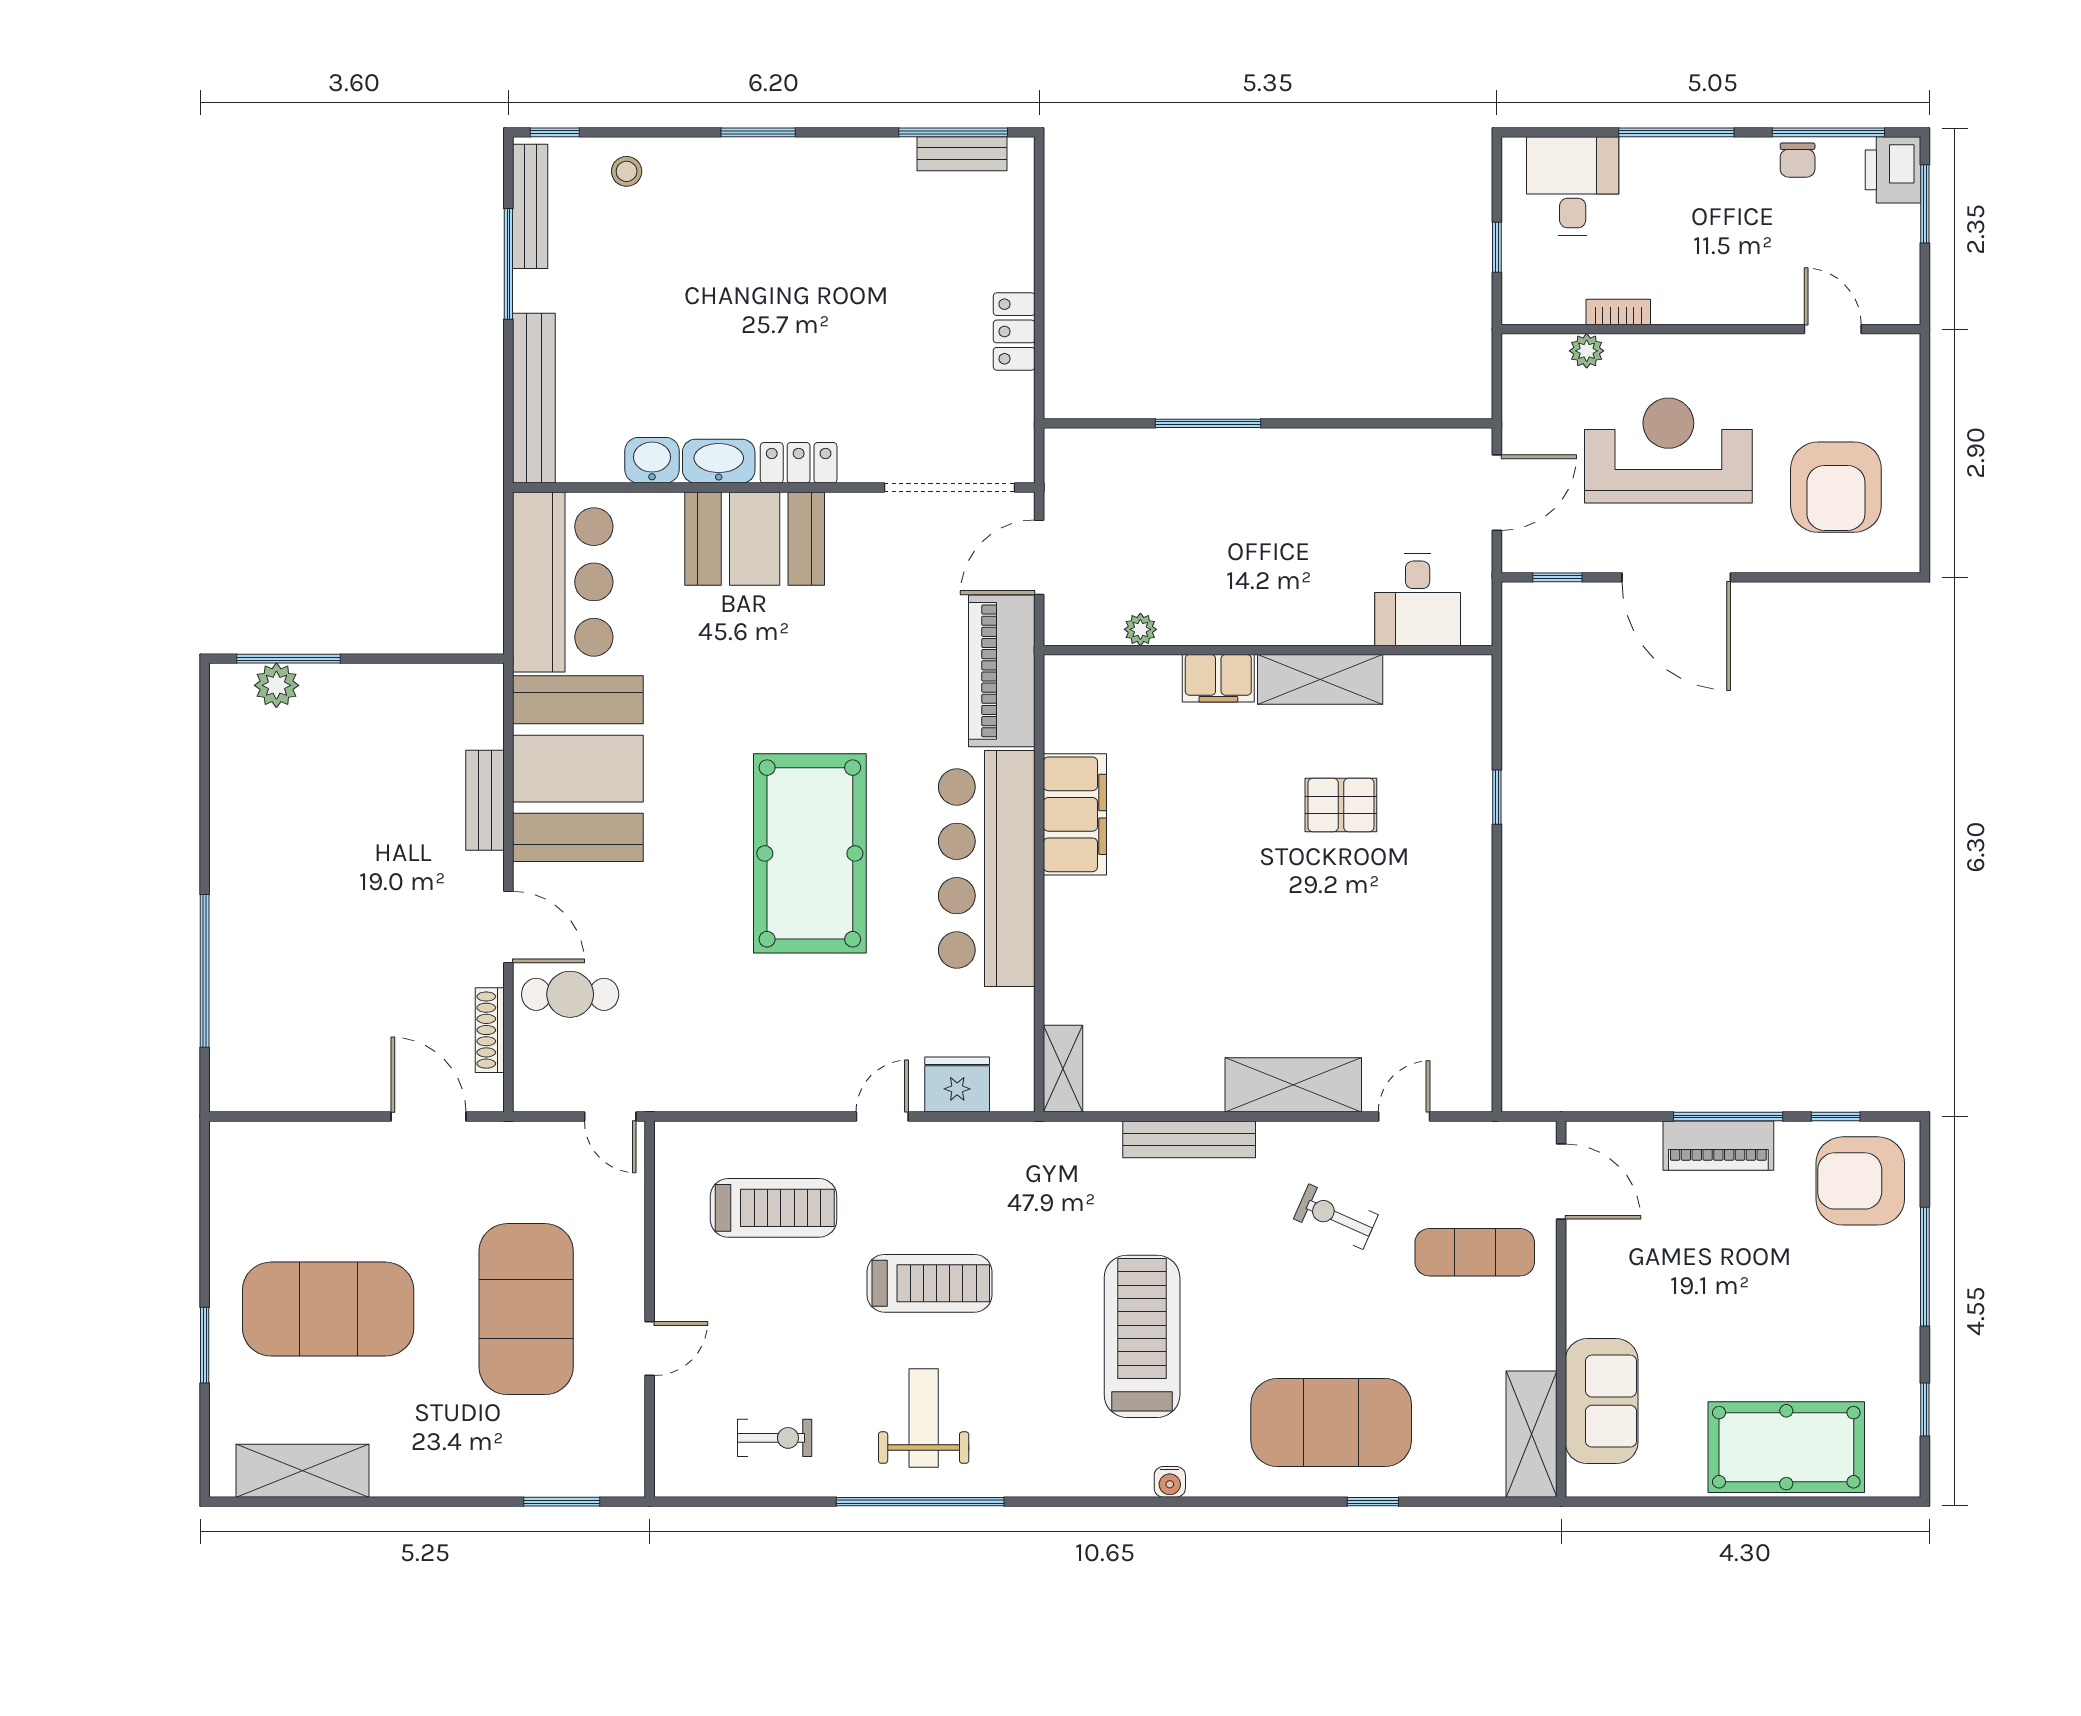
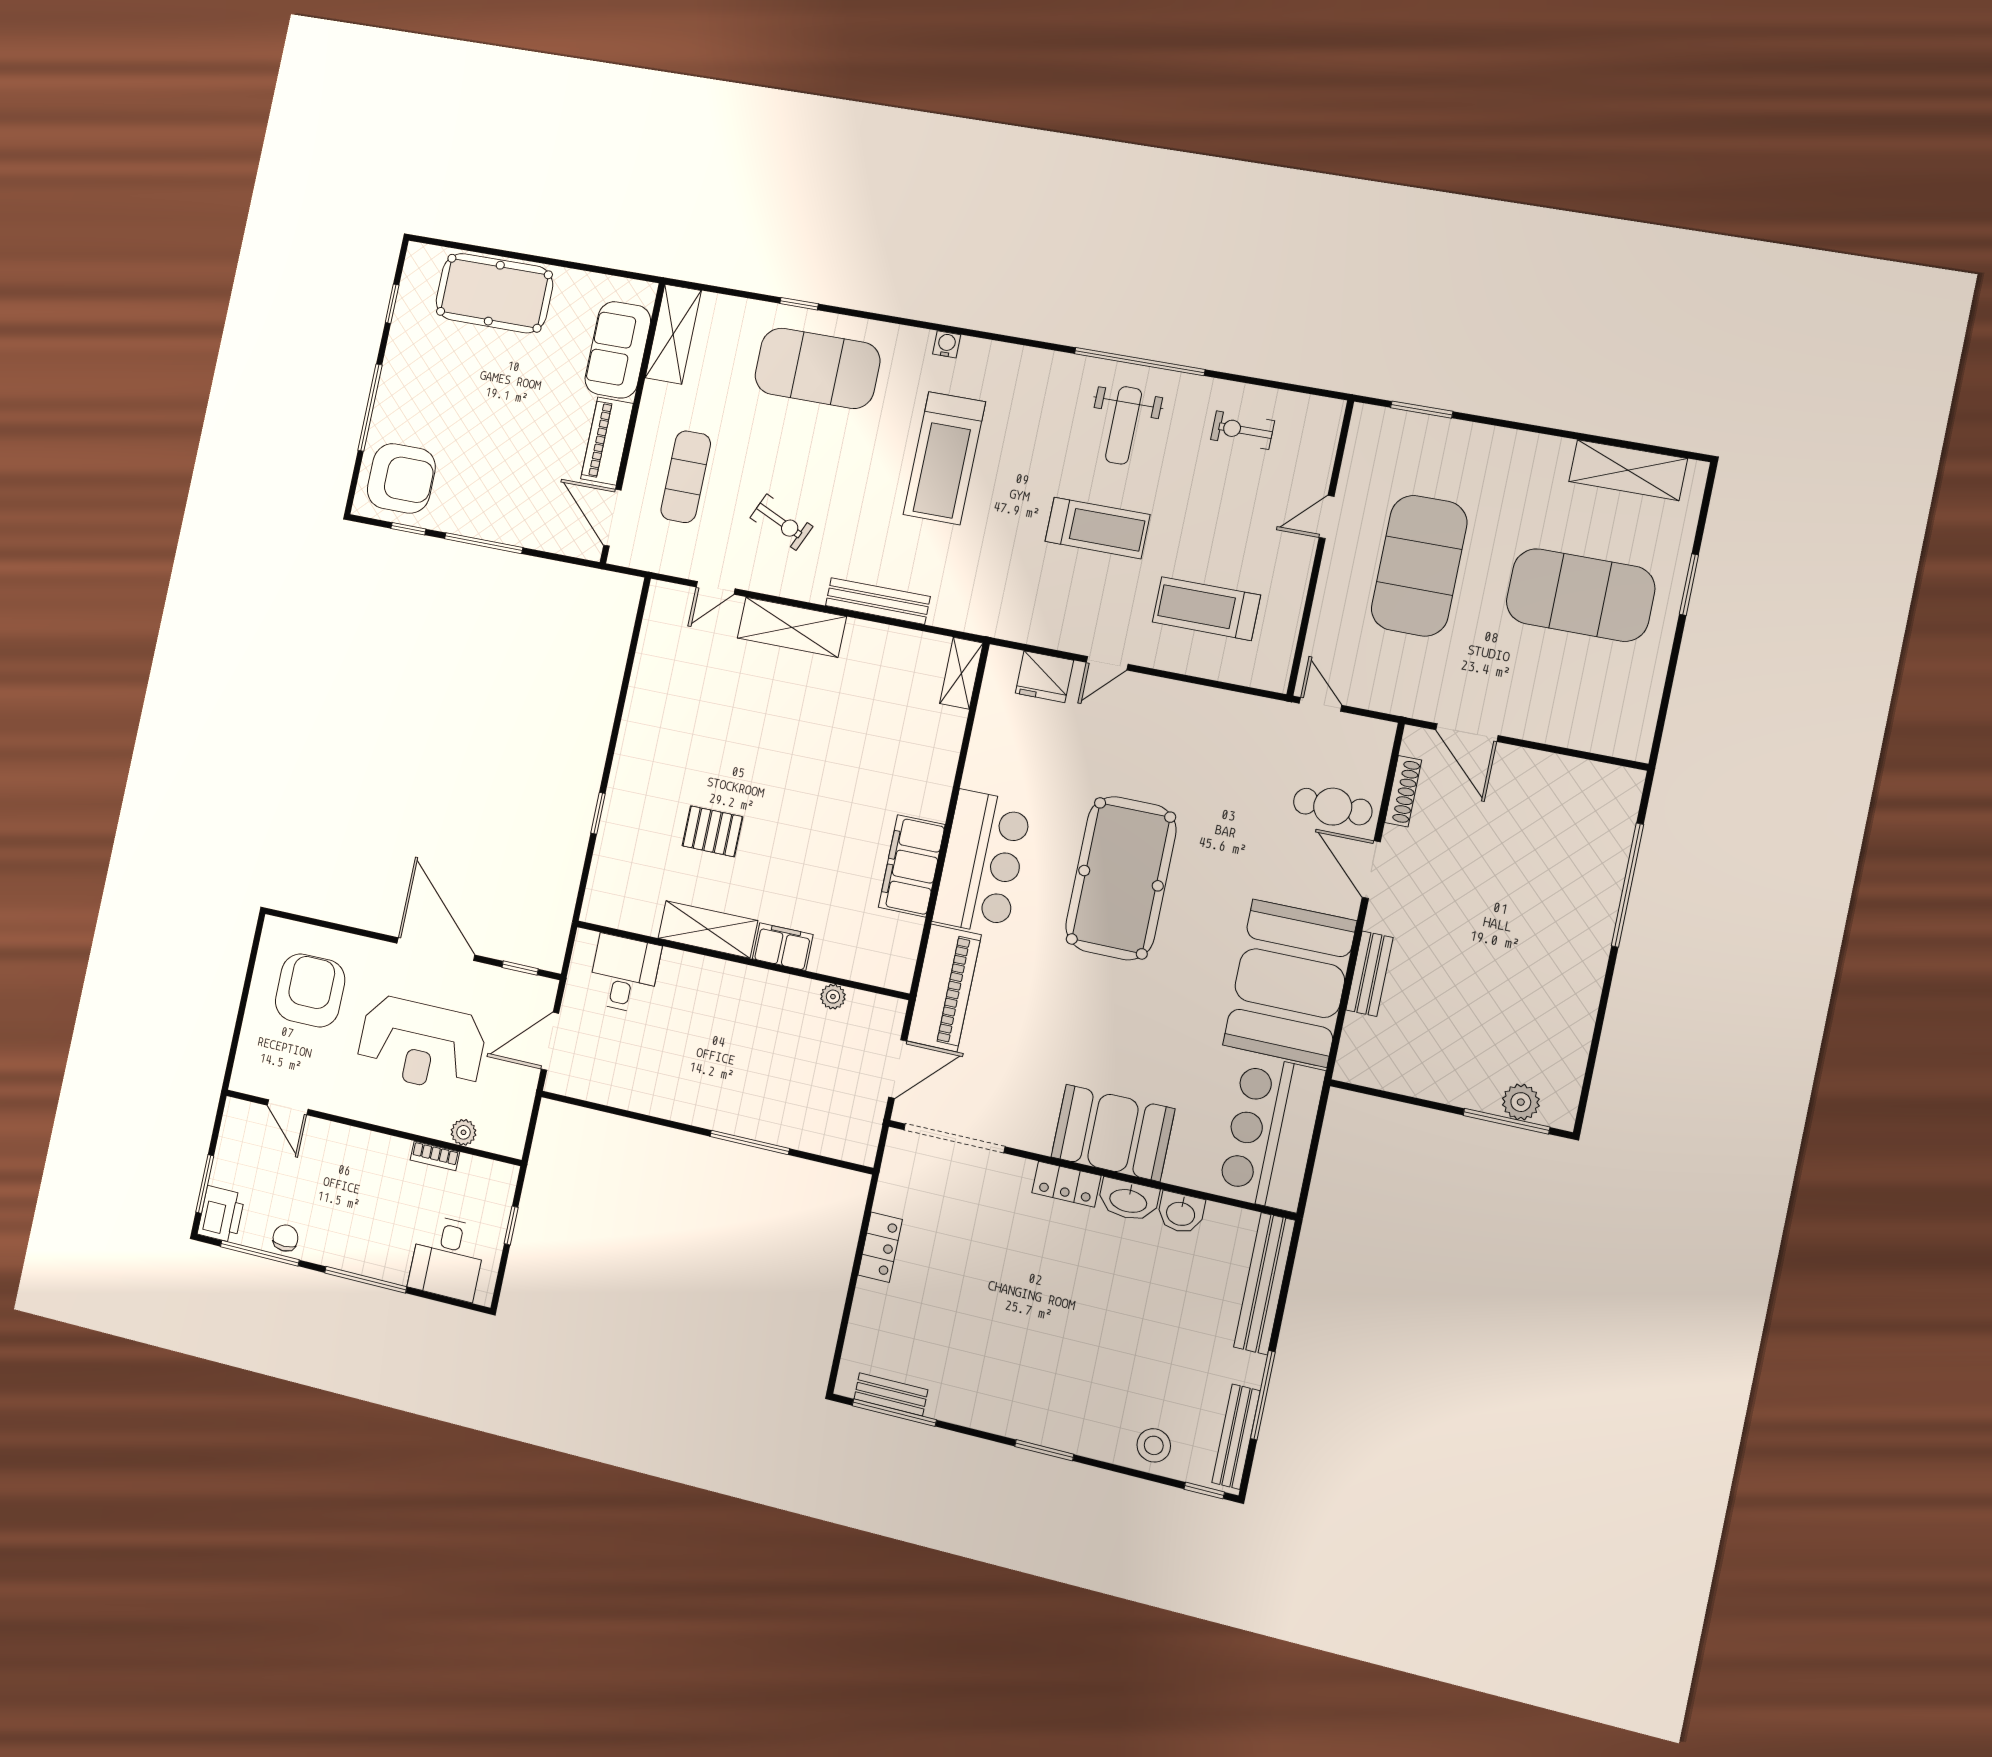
stool: (627, 171) -> (1154, 1445), width x1.37, depth x1.37
bar counter: (987, 869) -> (982, 862), width x0.73
piano: (1718, 1146) -> (607, 441), moved, turned -90
exercise mat: (1475, 1252) -> (686, 477), turned 90
treadmill: (929, 1283) -> (1097, 528), turned 180

